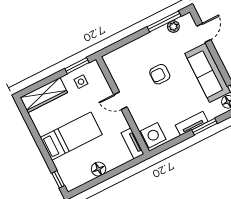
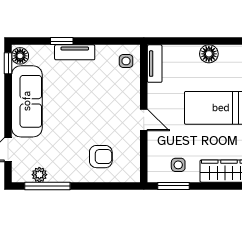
armchair: (160, 74) -> (101, 157), moved
window: (205, 127) -> (62, 41), width x0.67
side table: (153, 135) -> (126, 61), width x0.54, depth x0.54

